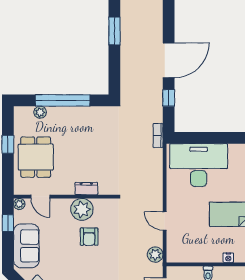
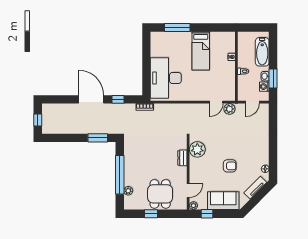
window: (114, 31) -> (98, 138), moved
dining table: (36, 157) -> (160, 194), turned 90
plant: (82, 209) -> (197, 149), moved
door: (165, 221) -> (216, 102), moved
armchair: (89, 237) -> (230, 166), moved

